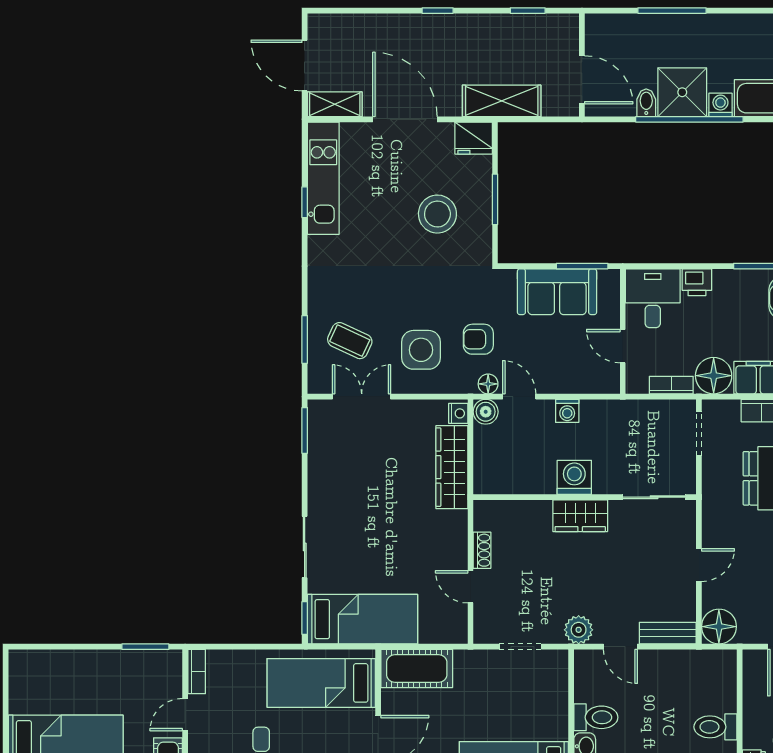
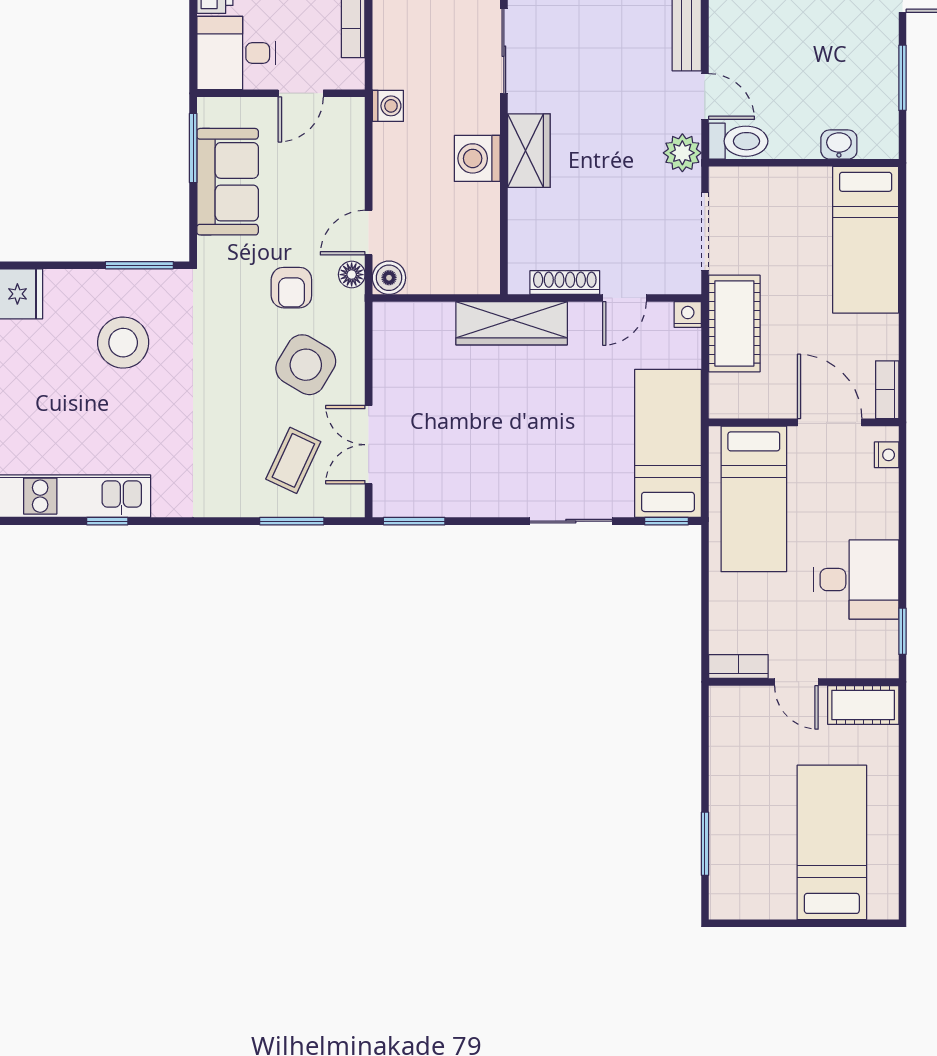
window: (495, 199) -> (139, 265), moved
side table: (421, 350) -> (306, 365), turned 31
washing machine: (567, 411) -> (388, 106), moved
nightstand: (458, 413) -> (688, 315), moved
wardrobe: (452, 467) -> (512, 323), moved
shoe rack: (482, 550) -> (565, 283), width x1.43
window: (145, 647) -> (705, 844), moved
doorway: (520, 647) -> (705, 231), width x1.38
door: (620, 647) -> (705, 97), hinge flipped
cot: (417, 669) -> (734, 323), moved
toilet: (596, 717) -> (738, 141), moved, turned 90

